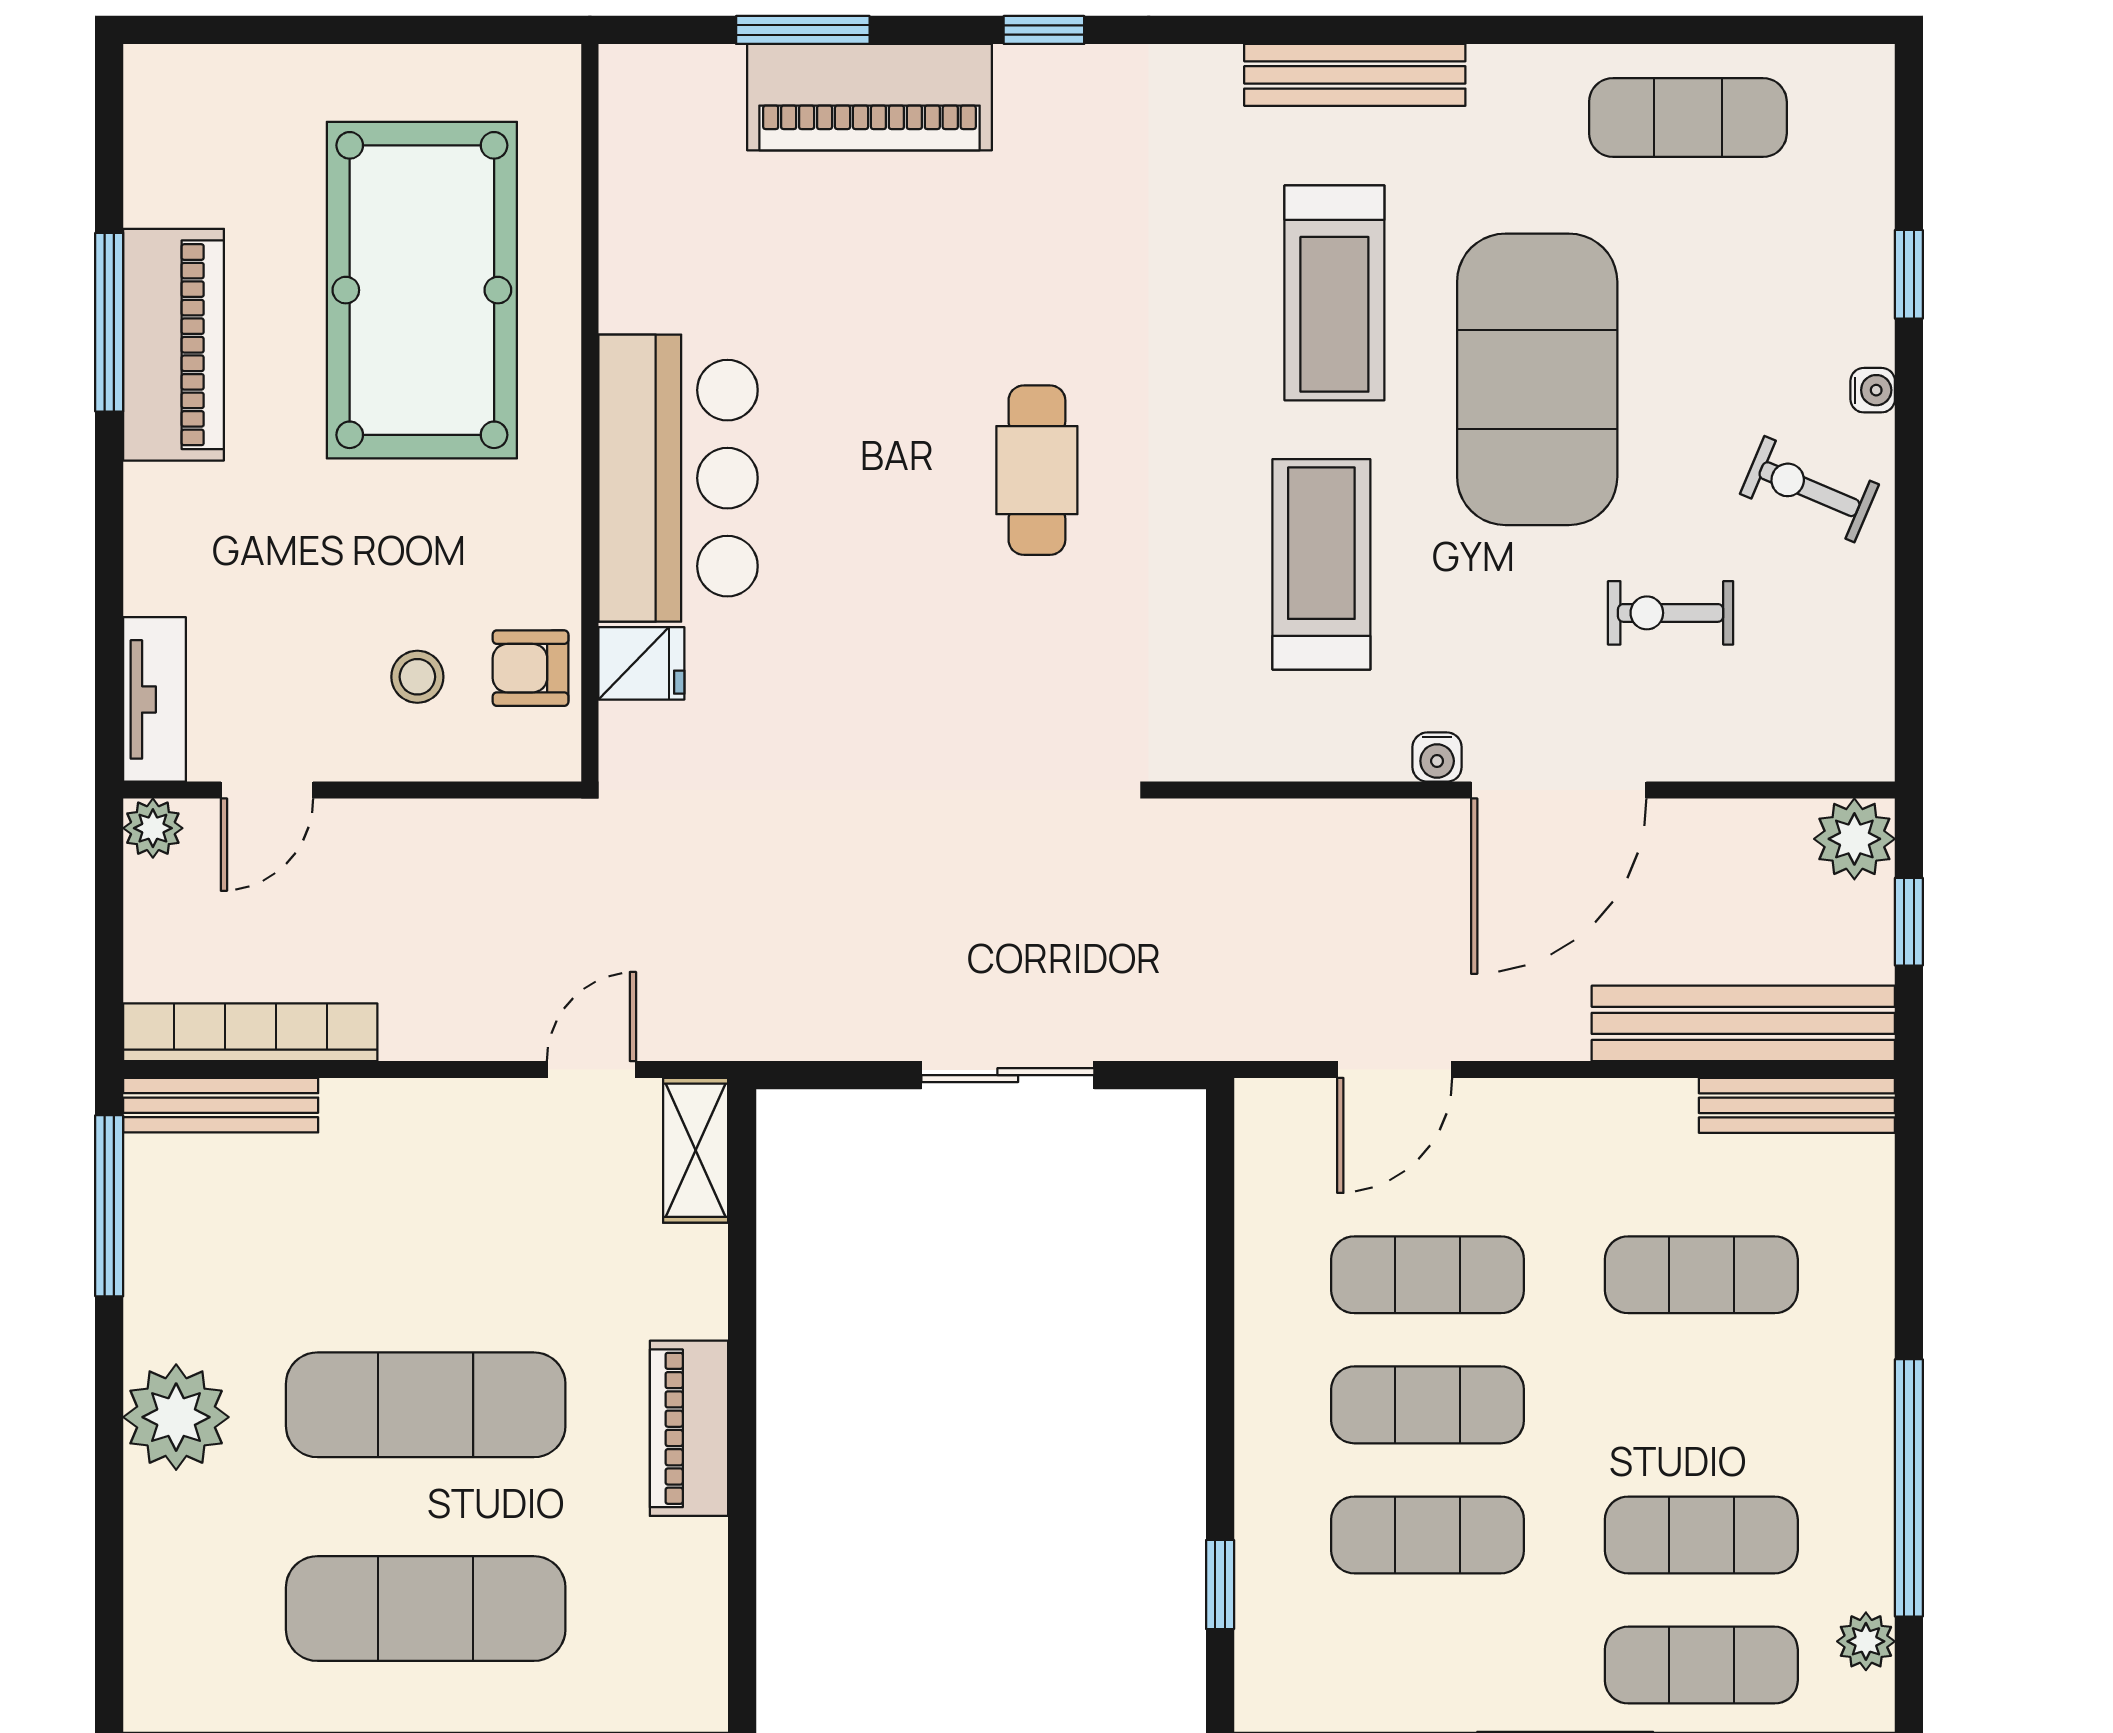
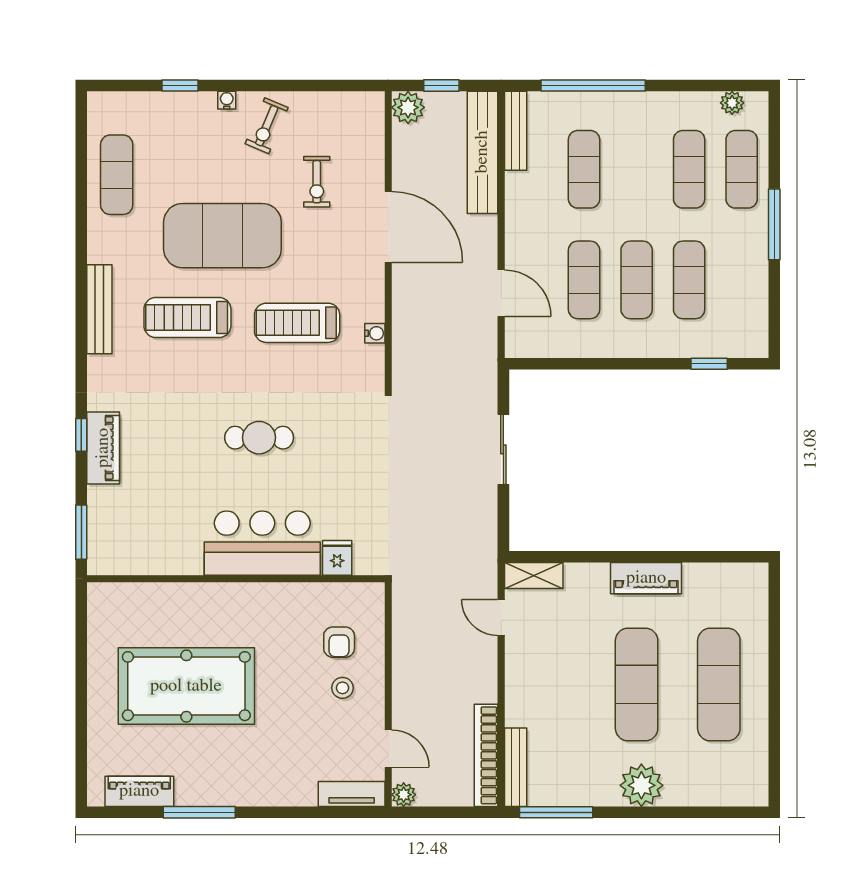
piano: (869, 97) -> (103, 448), moved, width x0.73, depth x0.75
treadmill: (1334, 293) -> (187, 317), turned 180
piano: (174, 345) -> (139, 791), moved, width x0.73, depth x0.75
wall: (590, 413) -> (236, 579), moved
bar counter: (678, 478) -> (262, 543), moved
fridge: (641, 663) -> (337, 558), moved
water cooler: (1437, 757) -> (375, 333), moved
window: (1909, 1488) -> (593, 85), moved

